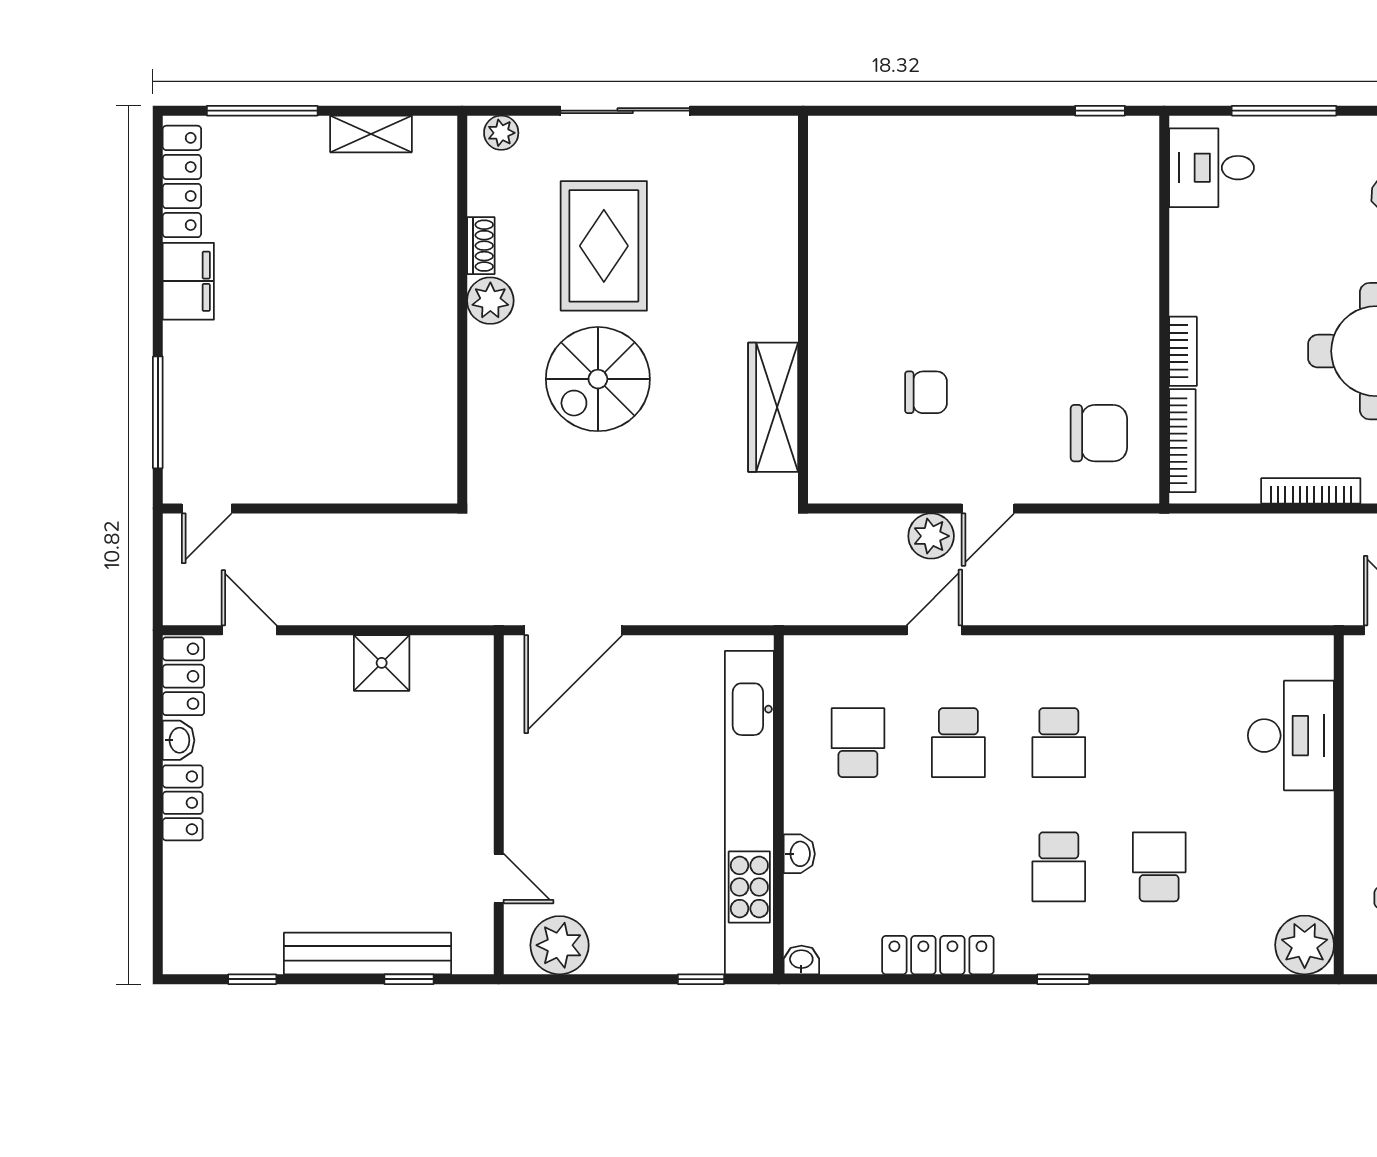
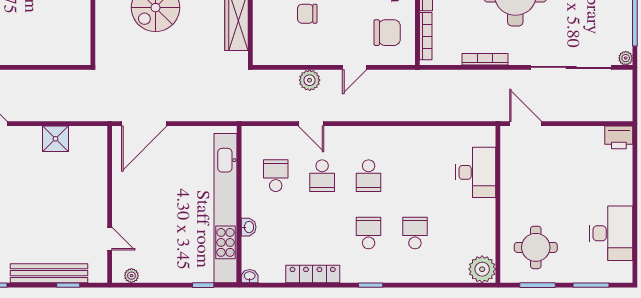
chair: (926, 392) -> (307, 14), turned 180
door: (988, 508) -> (354, 67), moved
door: (934, 630) -> (311, 124), swing flipped
school desk: (1059, 867) -> (369, 233), turned 180
plant: (560, 945) -> (131, 276), width x0.53, depth x0.53

